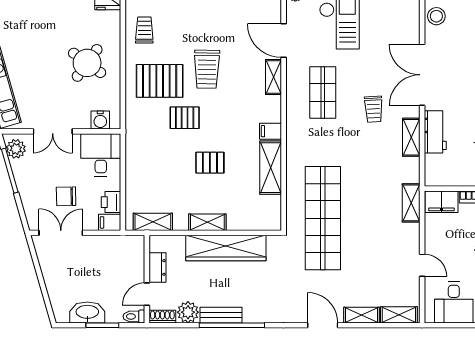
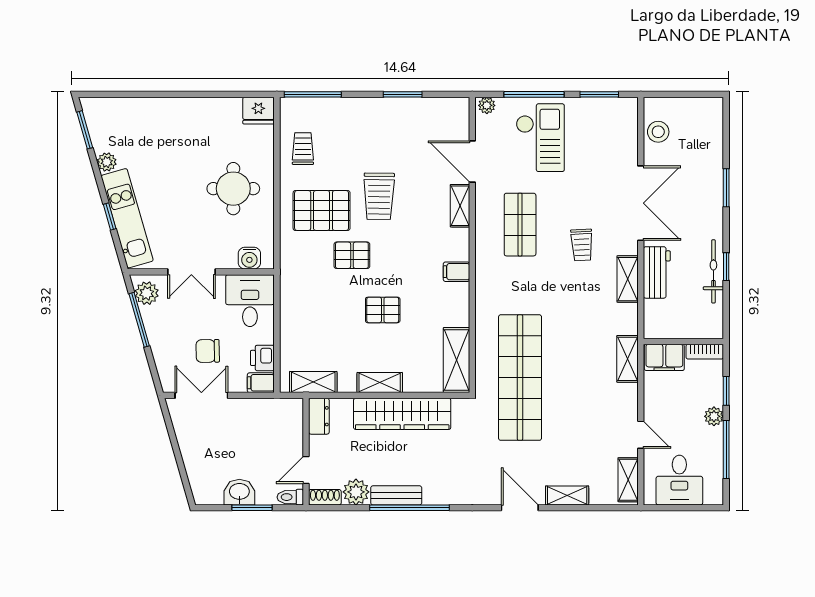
round table: (87, 63) -> (233, 189), turned -36
double door: (422, 75) -> (641, 203), swing flipped
shelving: (271, 168) -> (457, 360), moved
dresser: (157, 267) -> (319, 416), moved
washbasin: (87, 312) -> (239, 492), width x0.72
shelving: (399, 315) -> (628, 480), moved, turned 90

